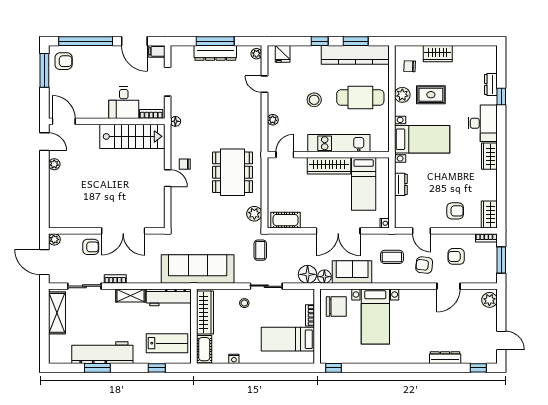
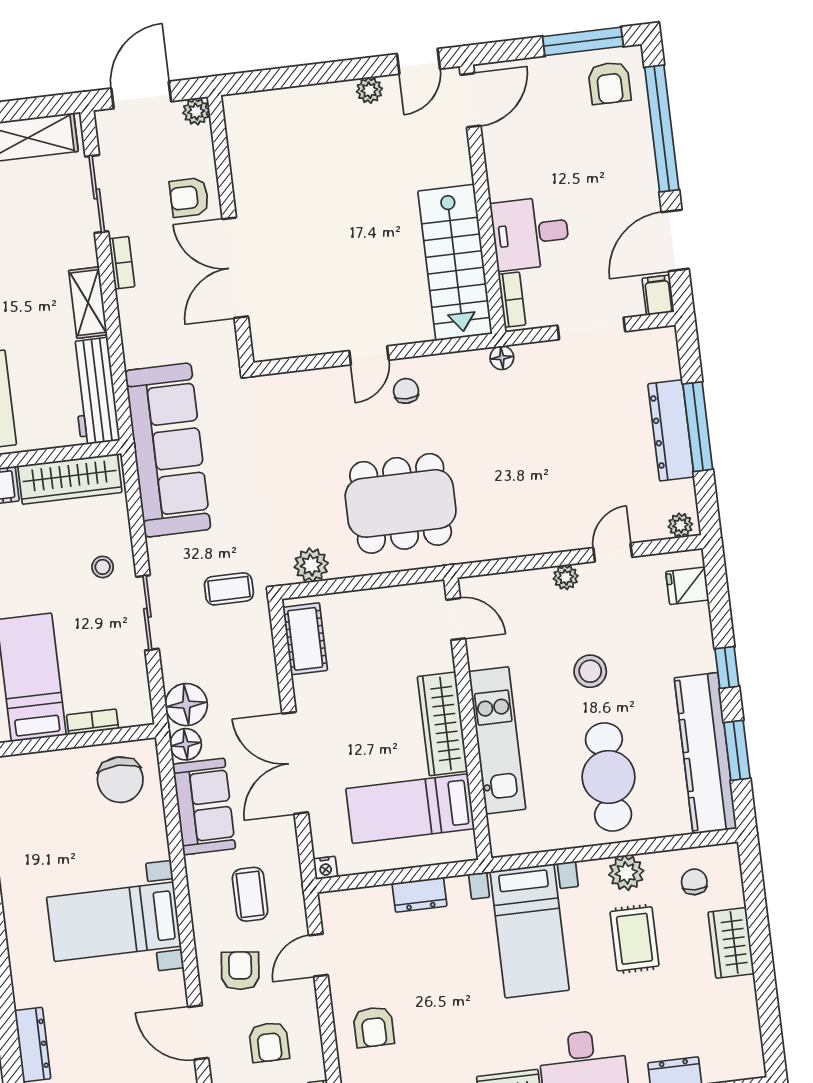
plant: (273, 120) -> (566, 577), moved
armchair: (91, 247) -> (189, 197), turned 90
armchair: (456, 256) -> (269, 1042), turned 180
bed with nightstands: (375, 317) -> (114, 922), moved

